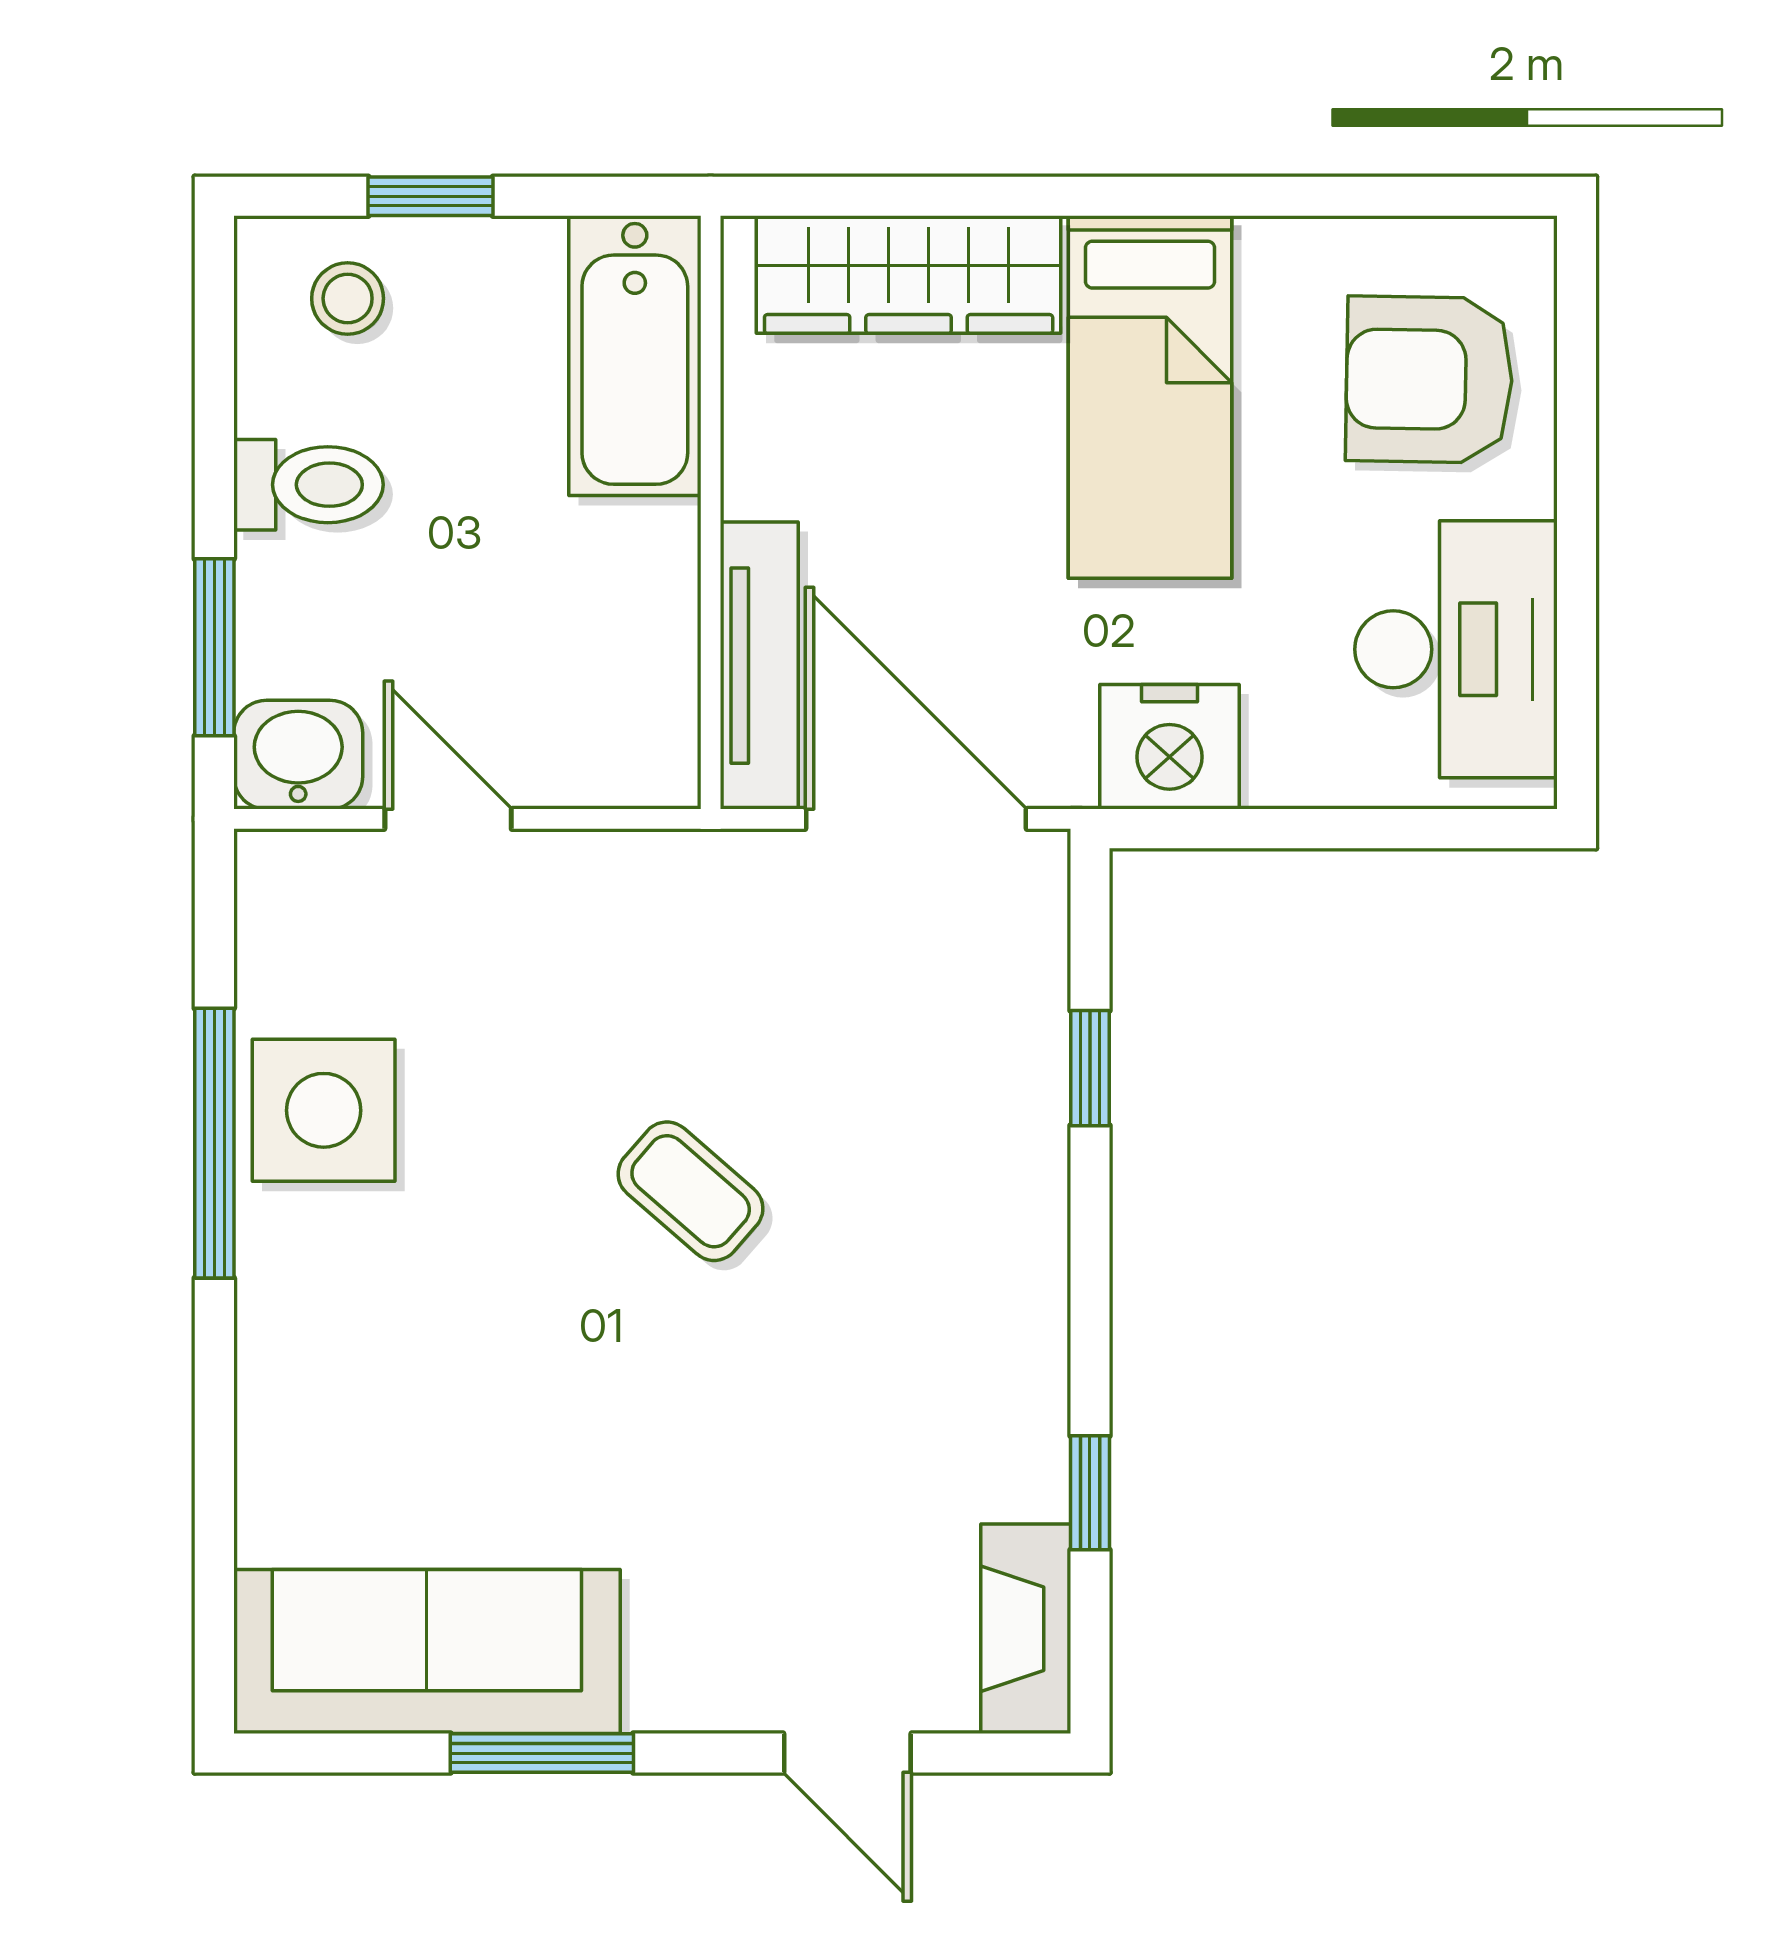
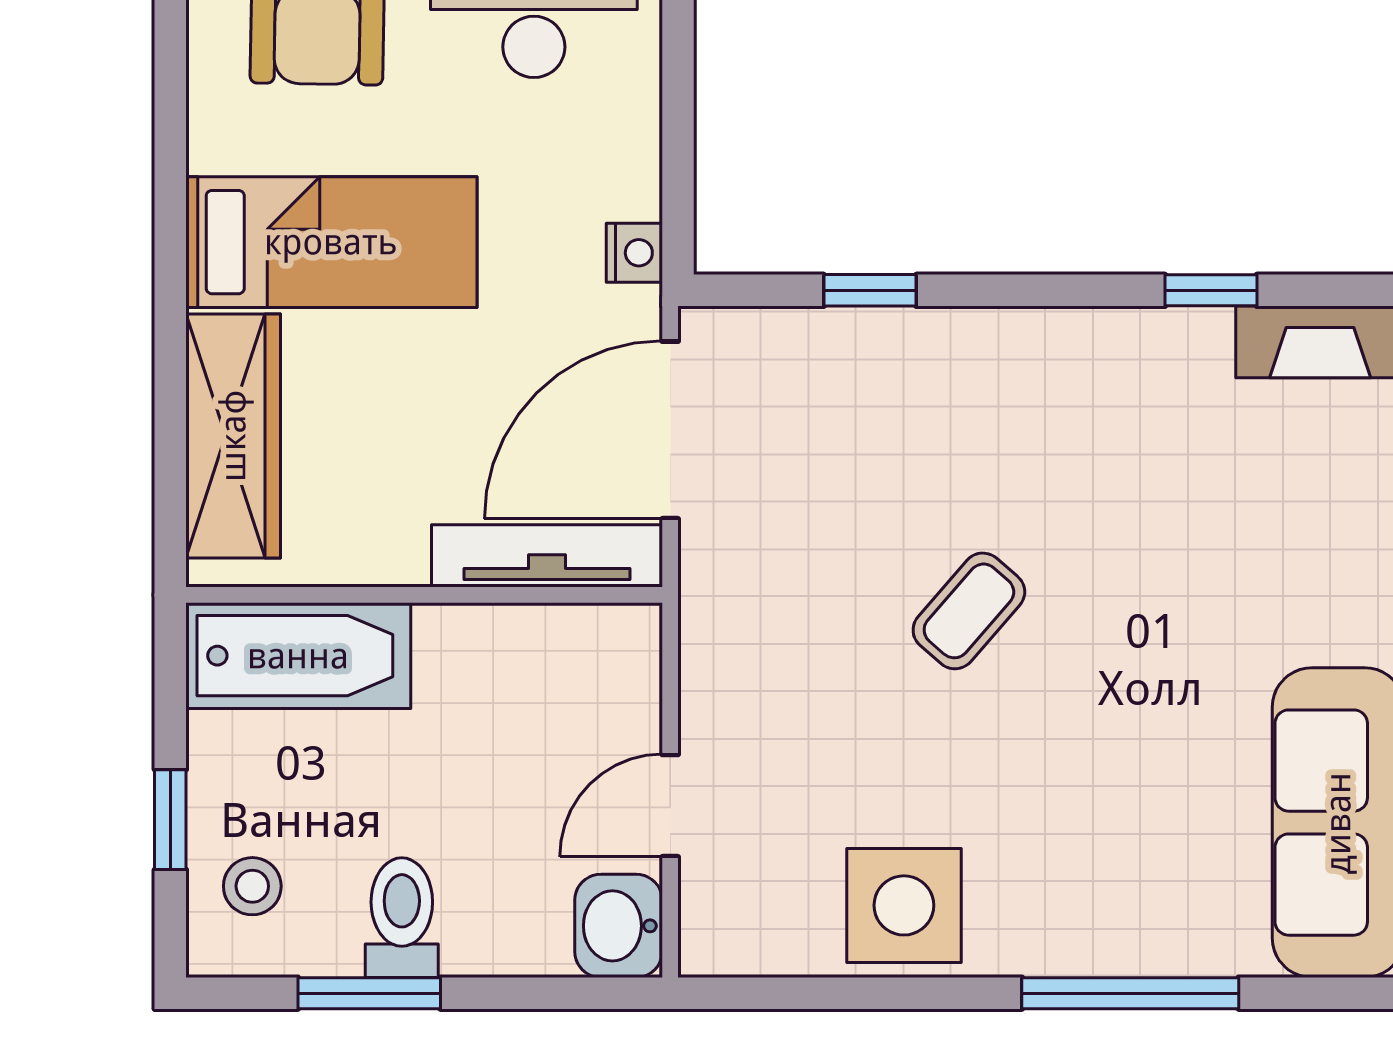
window: (214, 647) -> (369, 993), moved
nightstand: (1169, 747) -> (634, 253), width x0.53, depth x0.56
window: (214, 1143) -> (1130, 993), moved

